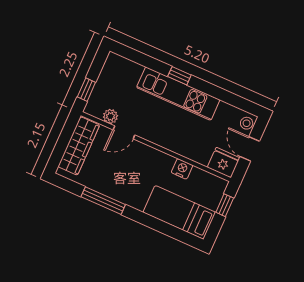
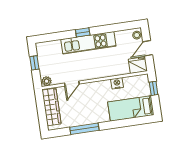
window: (86, 90) -> (34, 63), moved
plant: (110, 116) -> (47, 81), moved
door: (250, 149) -> (148, 48), hinge flipped

